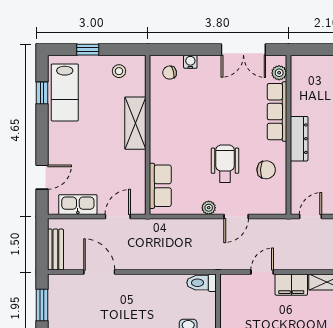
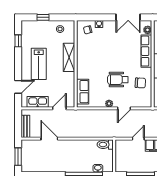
lab bench: (65, 92) -> (39, 64), moved
wheelchair: (225, 164) -> (118, 80), turned -90

